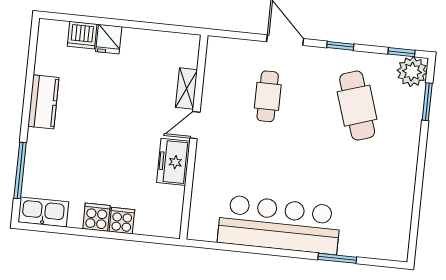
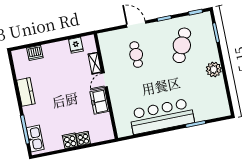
fridge: (109, 39) -> (76, 45), moved
plant: (412, 72) -> (214, 69), moved
cafe table: (357, 106) -> (182, 45), turned 42
kitchen sink: (43, 212) -> (35, 139), moved, turned 90

